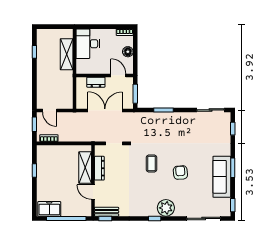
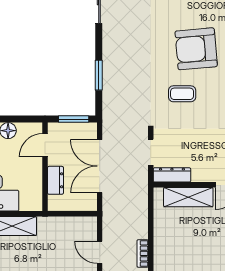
door: (50, 111) -> (100, 252), swing flipped
dresser: (99, 168) -> (172, 175), moved
armchair: (180, 173) -> (196, 49), width x1.88, depth x1.88

